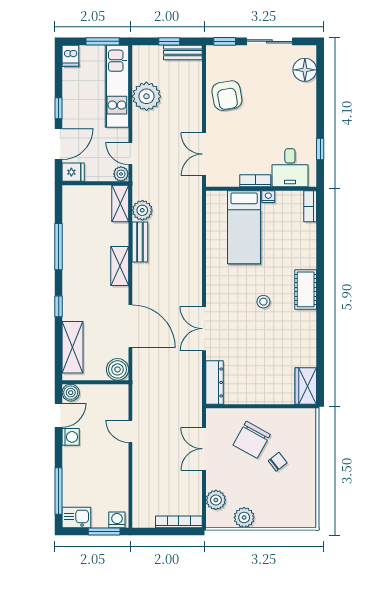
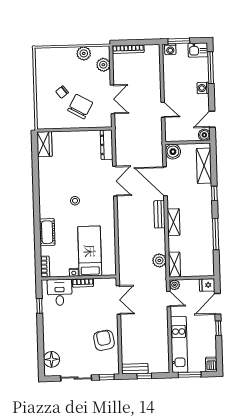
plant: (146, 96) -> (159, 338), removed
bench: (140, 242) -> (160, 214), moved
cot: (306, 289) -> (47, 232), moved
washing machine: (71, 437) -> (203, 88), moved

